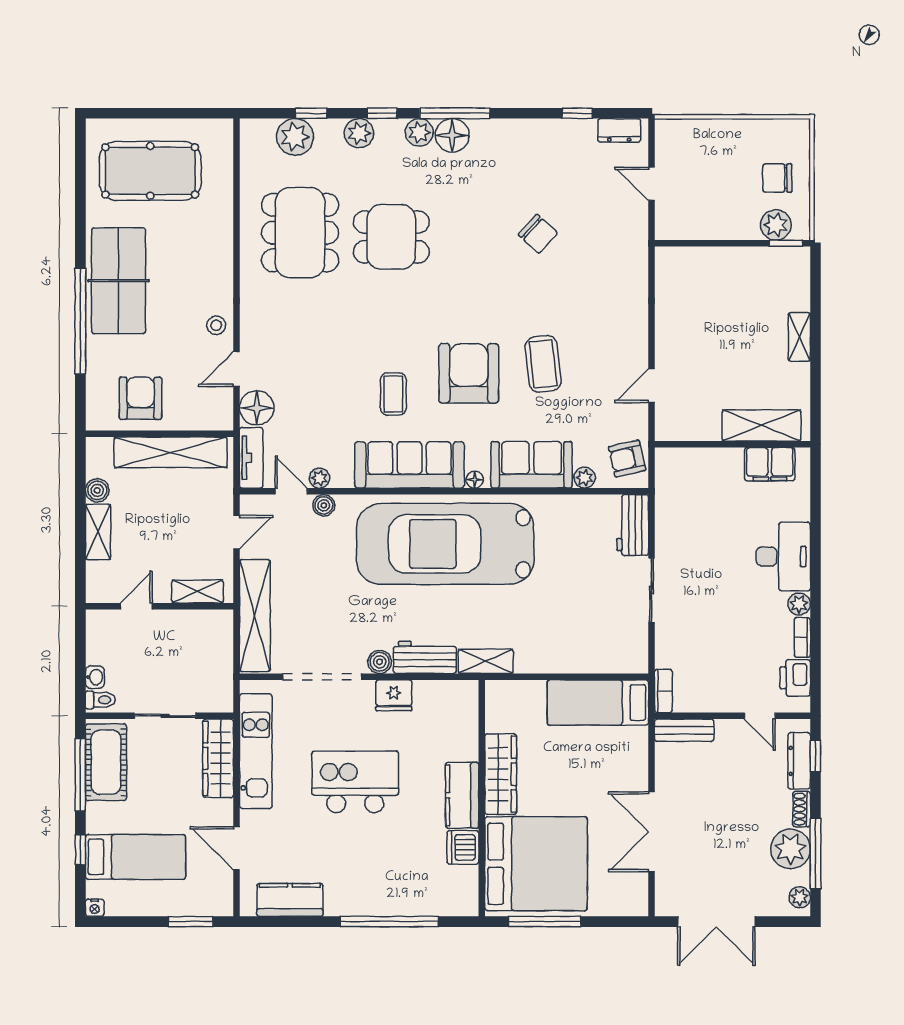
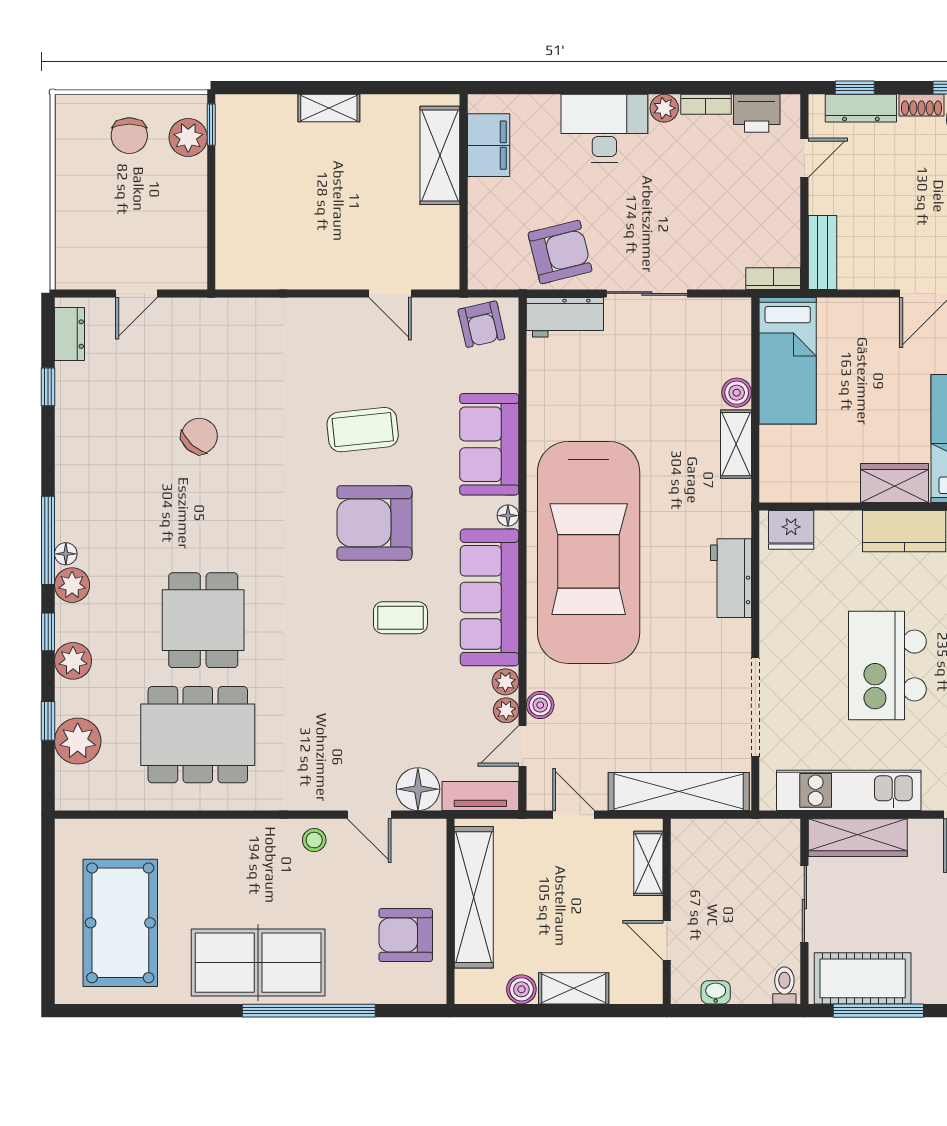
floor lamp: (452, 135) -> (66, 554), width x0.53, depth x0.53
plant: (585, 478) -> (505, 682), moved
armchair: (685, 521) -> (560, 252), added
shelving: (486, 661) -> (736, 444), moved
boiler: (380, 662) -> (737, 393), moved
washbasin: (95, 677) -> (716, 992), moved
fridge: (394, 695) -> (791, 530), moved, turned 90
wardrobe: (501, 774) -> (895, 483), width x0.67

